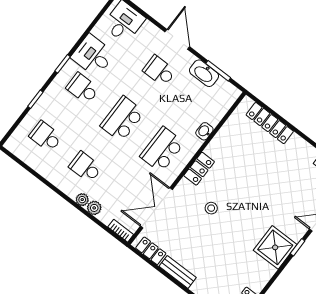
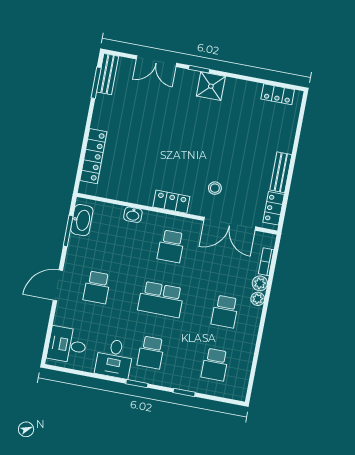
washbasin: (204, 73) -> (82, 220), moved
school desk: (162, 150) -> (171, 246), width x0.54
stool: (211, 208) -> (215, 188), moved
bookcase: (121, 231) -> (266, 262), moved
shower: (275, 247) -> (211, 86), width x0.73, depth x0.73

